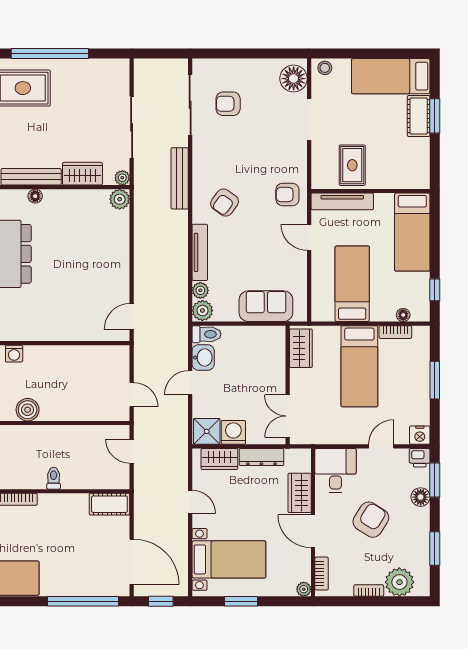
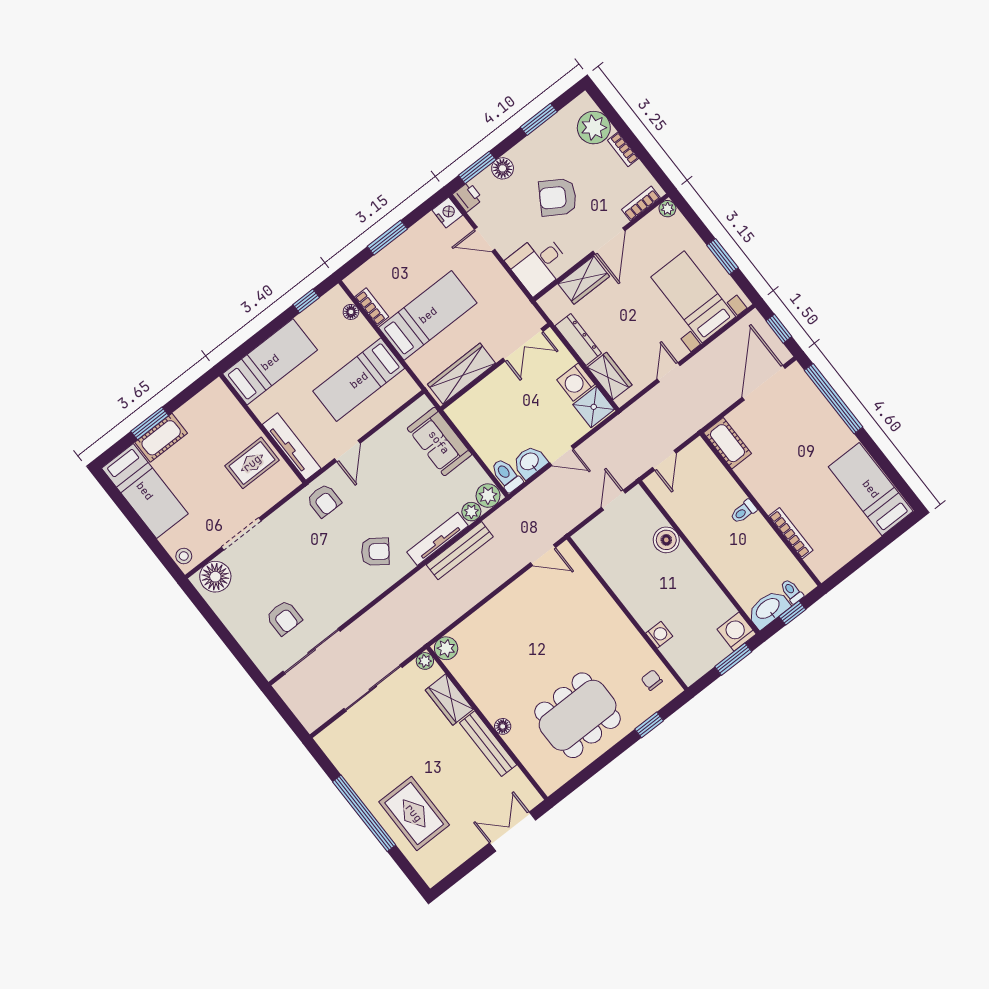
bench: (180, 178) -> (460, 551), moved
wardrobe: (301, 348) -> (462, 374), width x1.50
boiler: (28, 410) -> (666, 540), moved

